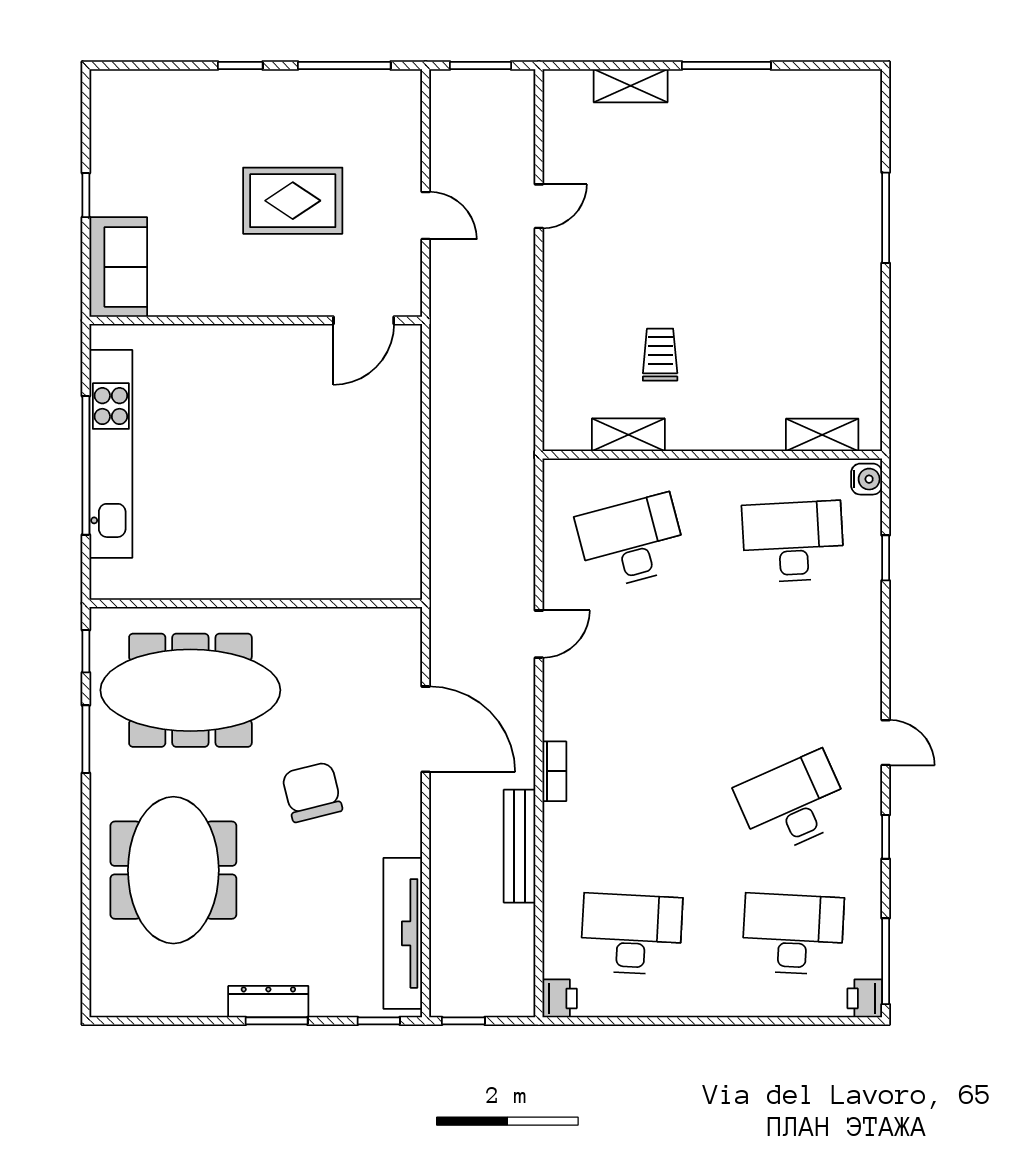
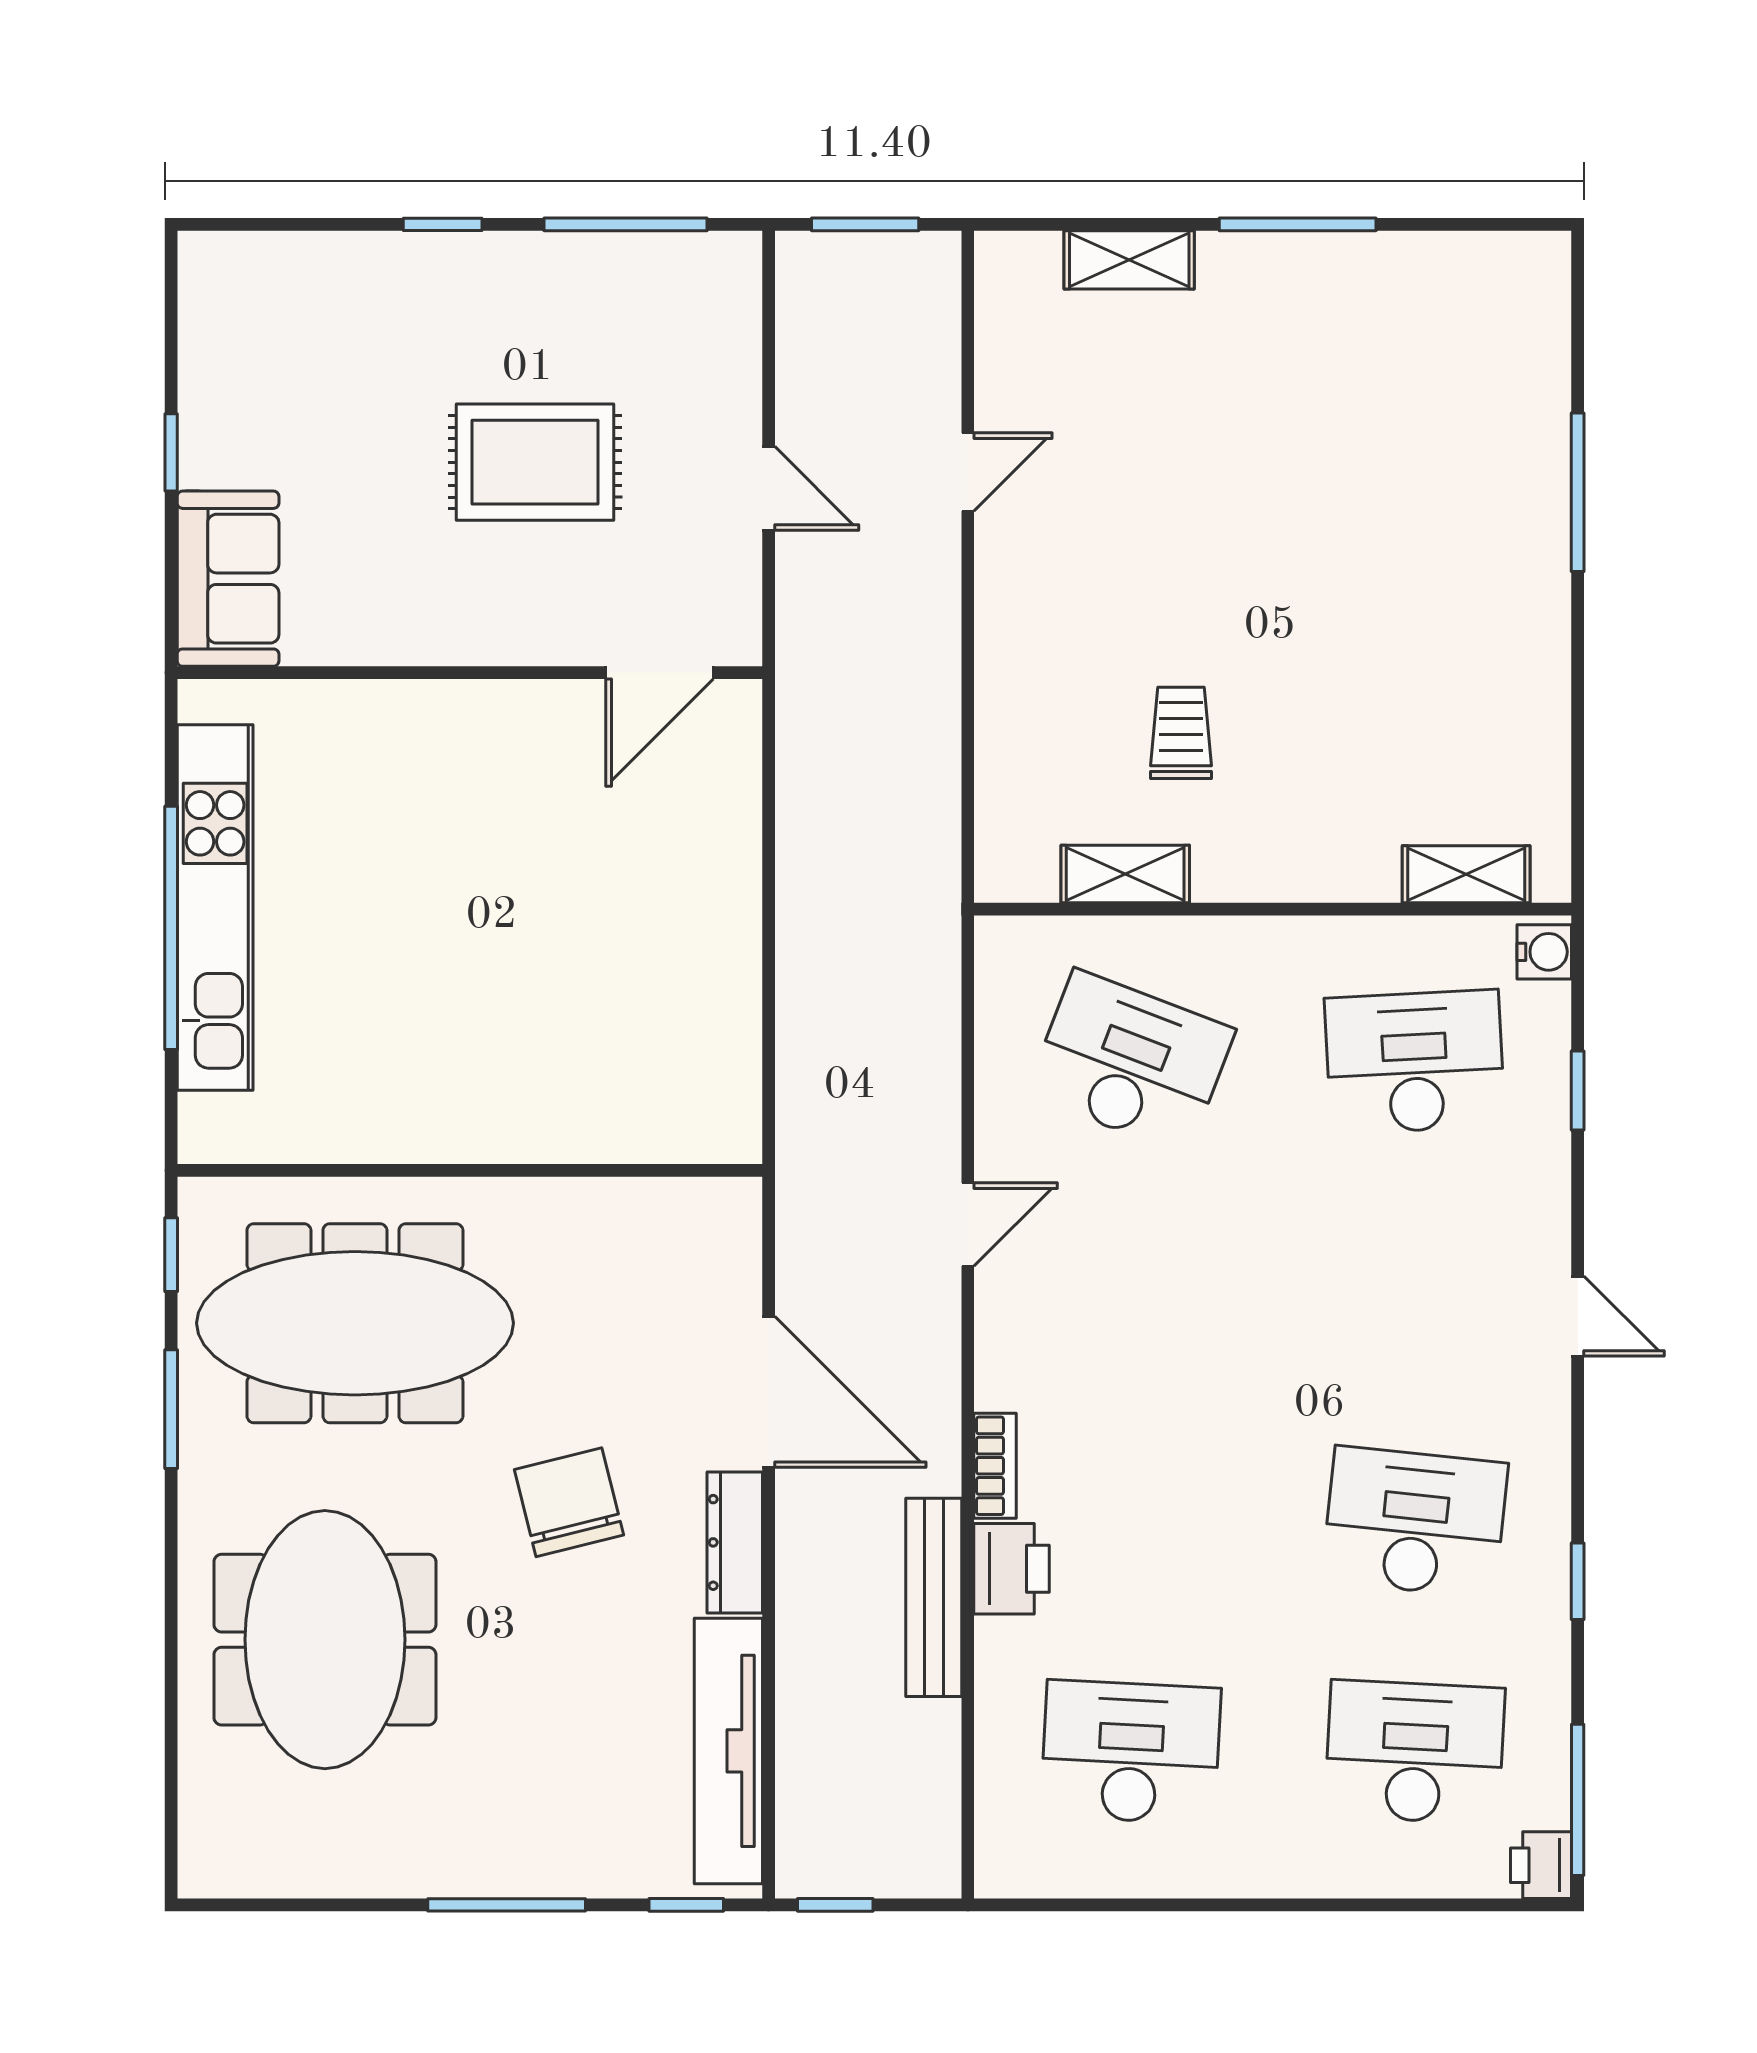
desk: (631, 542) -> (1131, 1062), turned 36
door: (886, 743) -> (1578, 1316), moved
desk: (793, 803) -> (1415, 1522), turned 30
printer: (560, 998) -> (1012, 1569), moved, width x1.36, depth x1.24
dresser: (268, 1002) -> (735, 1542), moved, turned -90
window: (277, 1021) -> (507, 1905), width x1.44

